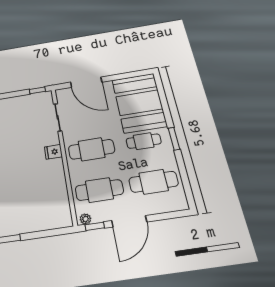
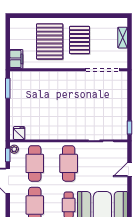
door: (86, 82) -> (129, 170), width x0.53
fridge: (53, 152) -> (19, 133), moved

